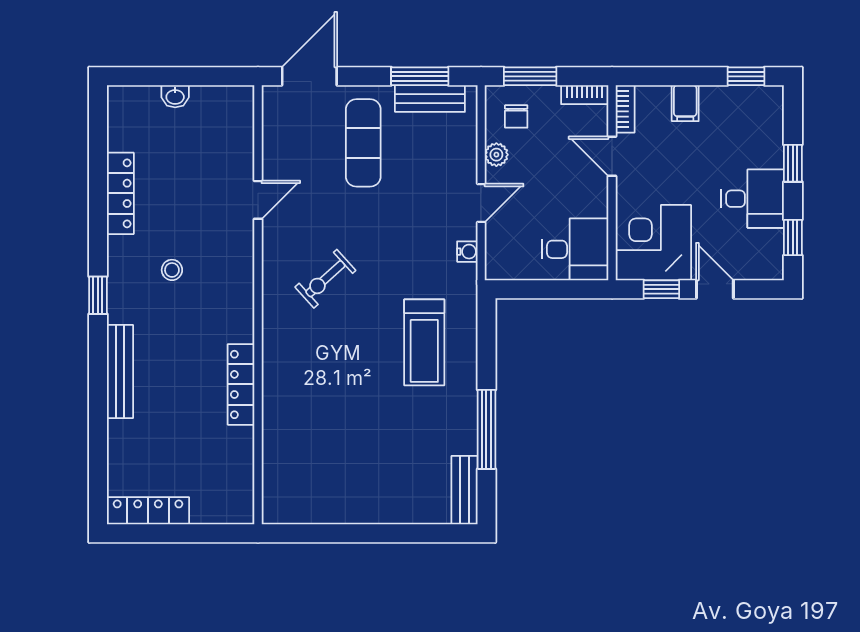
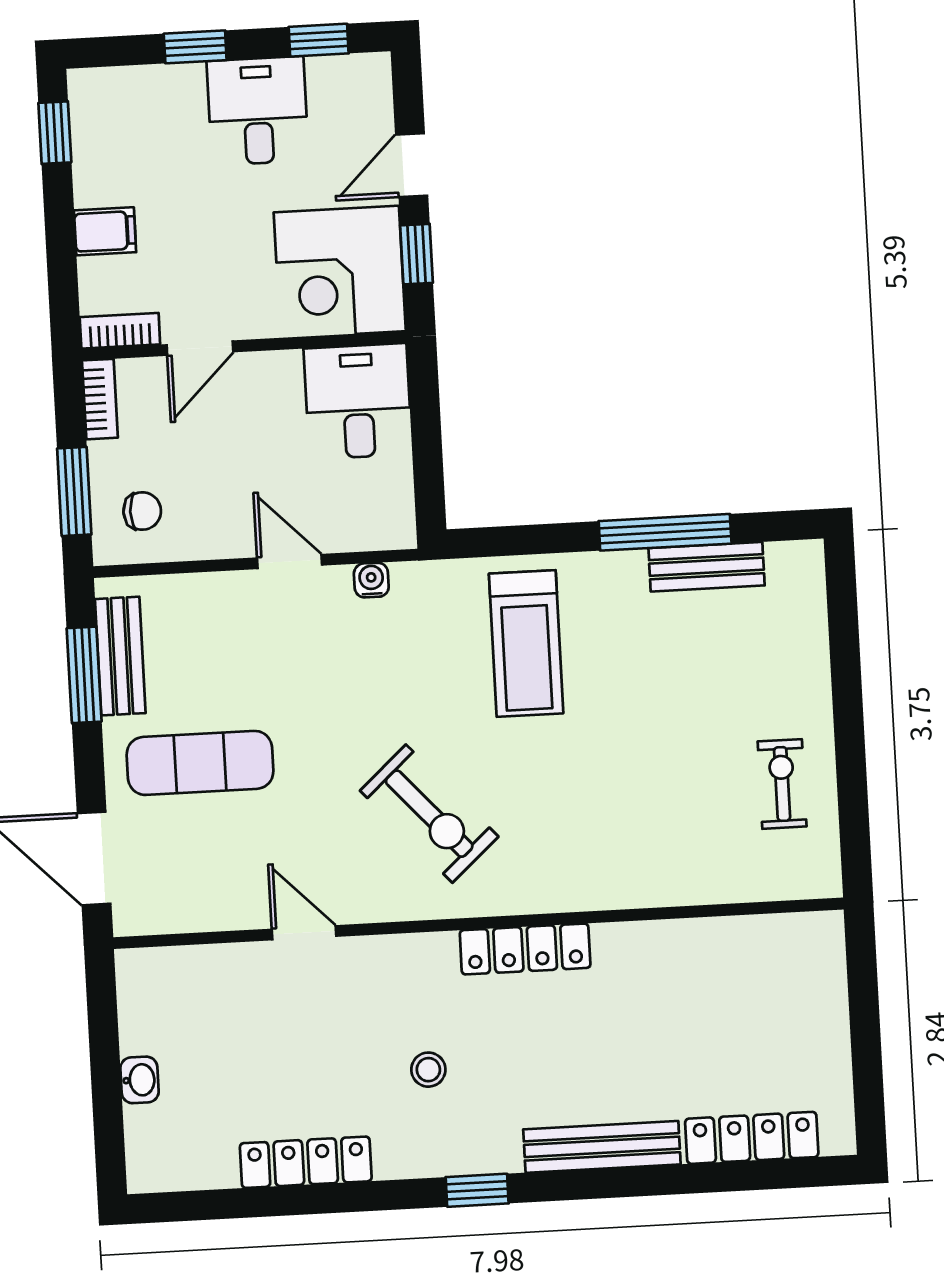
plant: (496, 155) -> (207, 541), removed
exercise bike: (325, 279) -> (429, 814), width x1.38, depth x1.39
treadmill: (424, 342) -> (526, 644), turned 90
locker: (241, 384) -> (525, 949), moved
bench: (464, 490) -> (707, 567), moved
exercise bike: (332, 491) -> (782, 784), added
locker: (148, 511) -> (752, 1138), moved, turned 90

